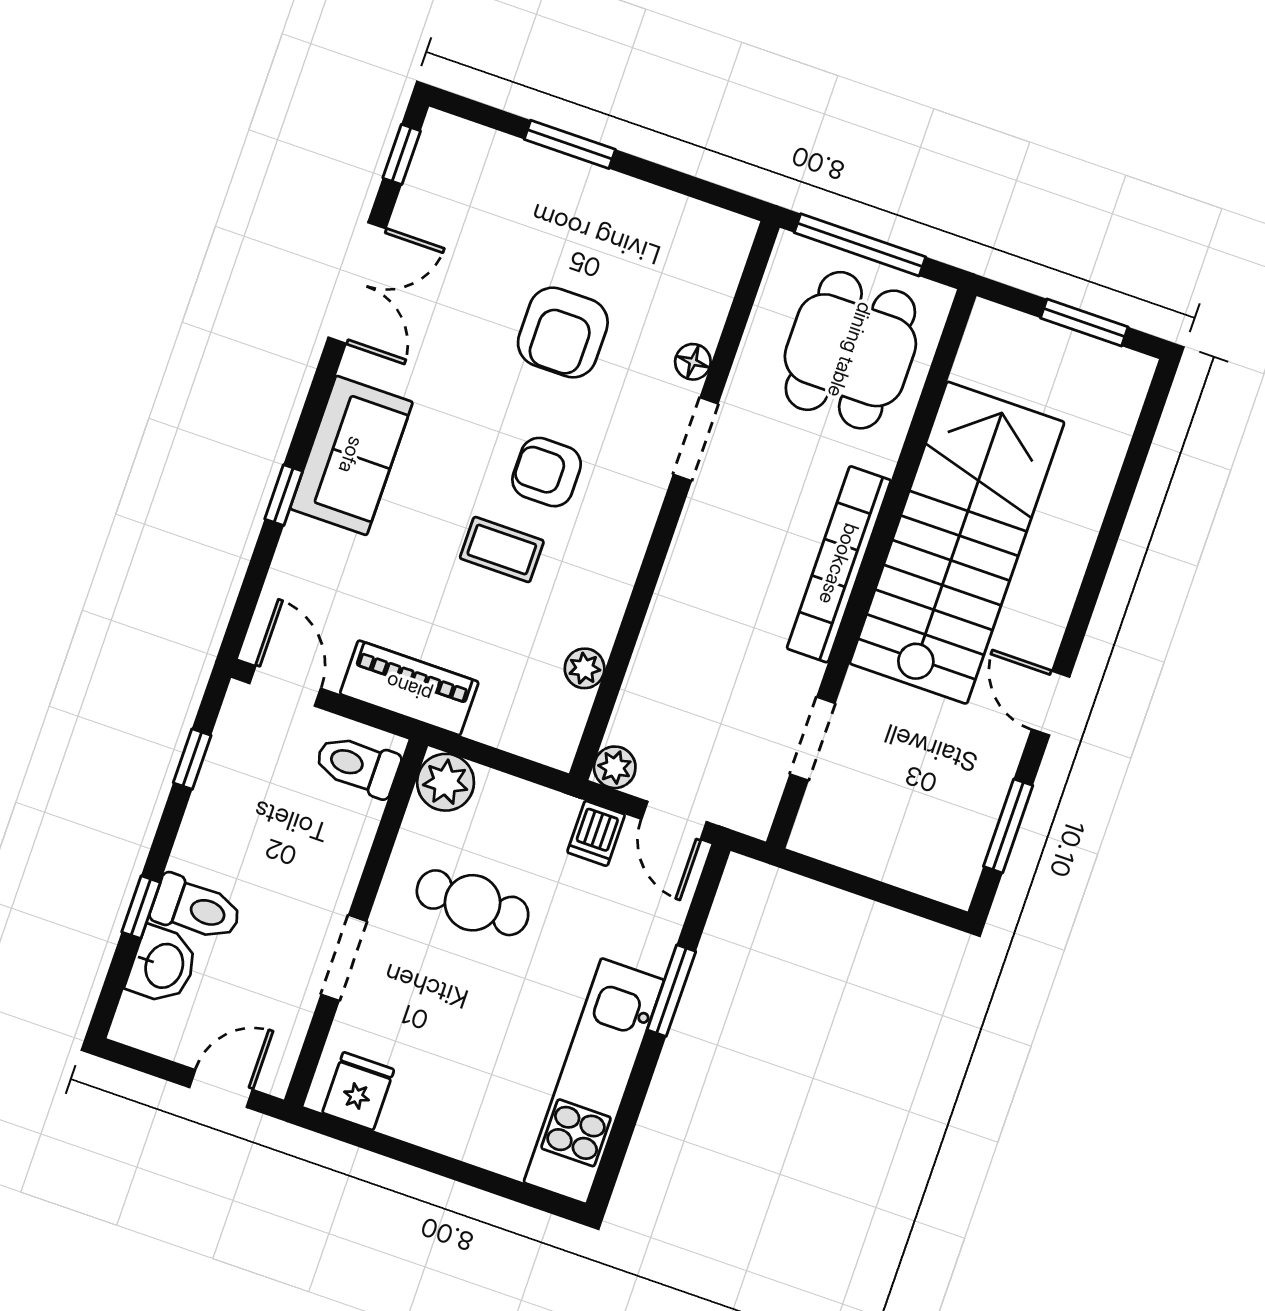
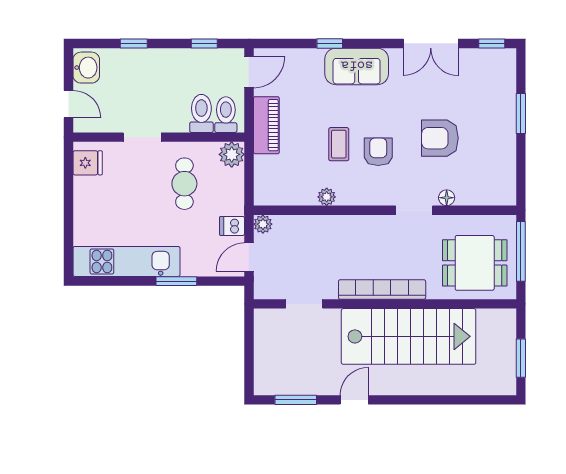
plant: (585, 668) -> (327, 197), moved
toilet: (196, 909) -> (201, 113), moved, turned 180
washbasin: (163, 965) -> (86, 68), moved, turned -90

